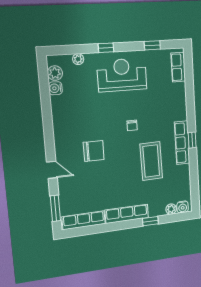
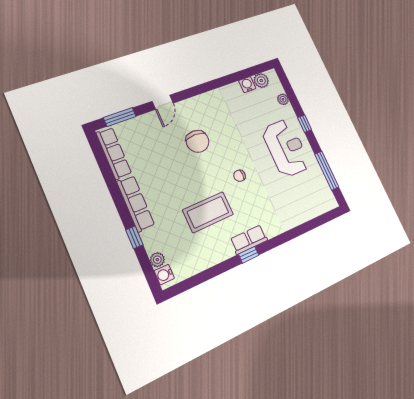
window: (152, 45) -> (327, 171), width x2.17
row of seats: (178, 67) -> (318, 207), removed
row of seats: (182, 143) -> (249, 240), width x0.68

